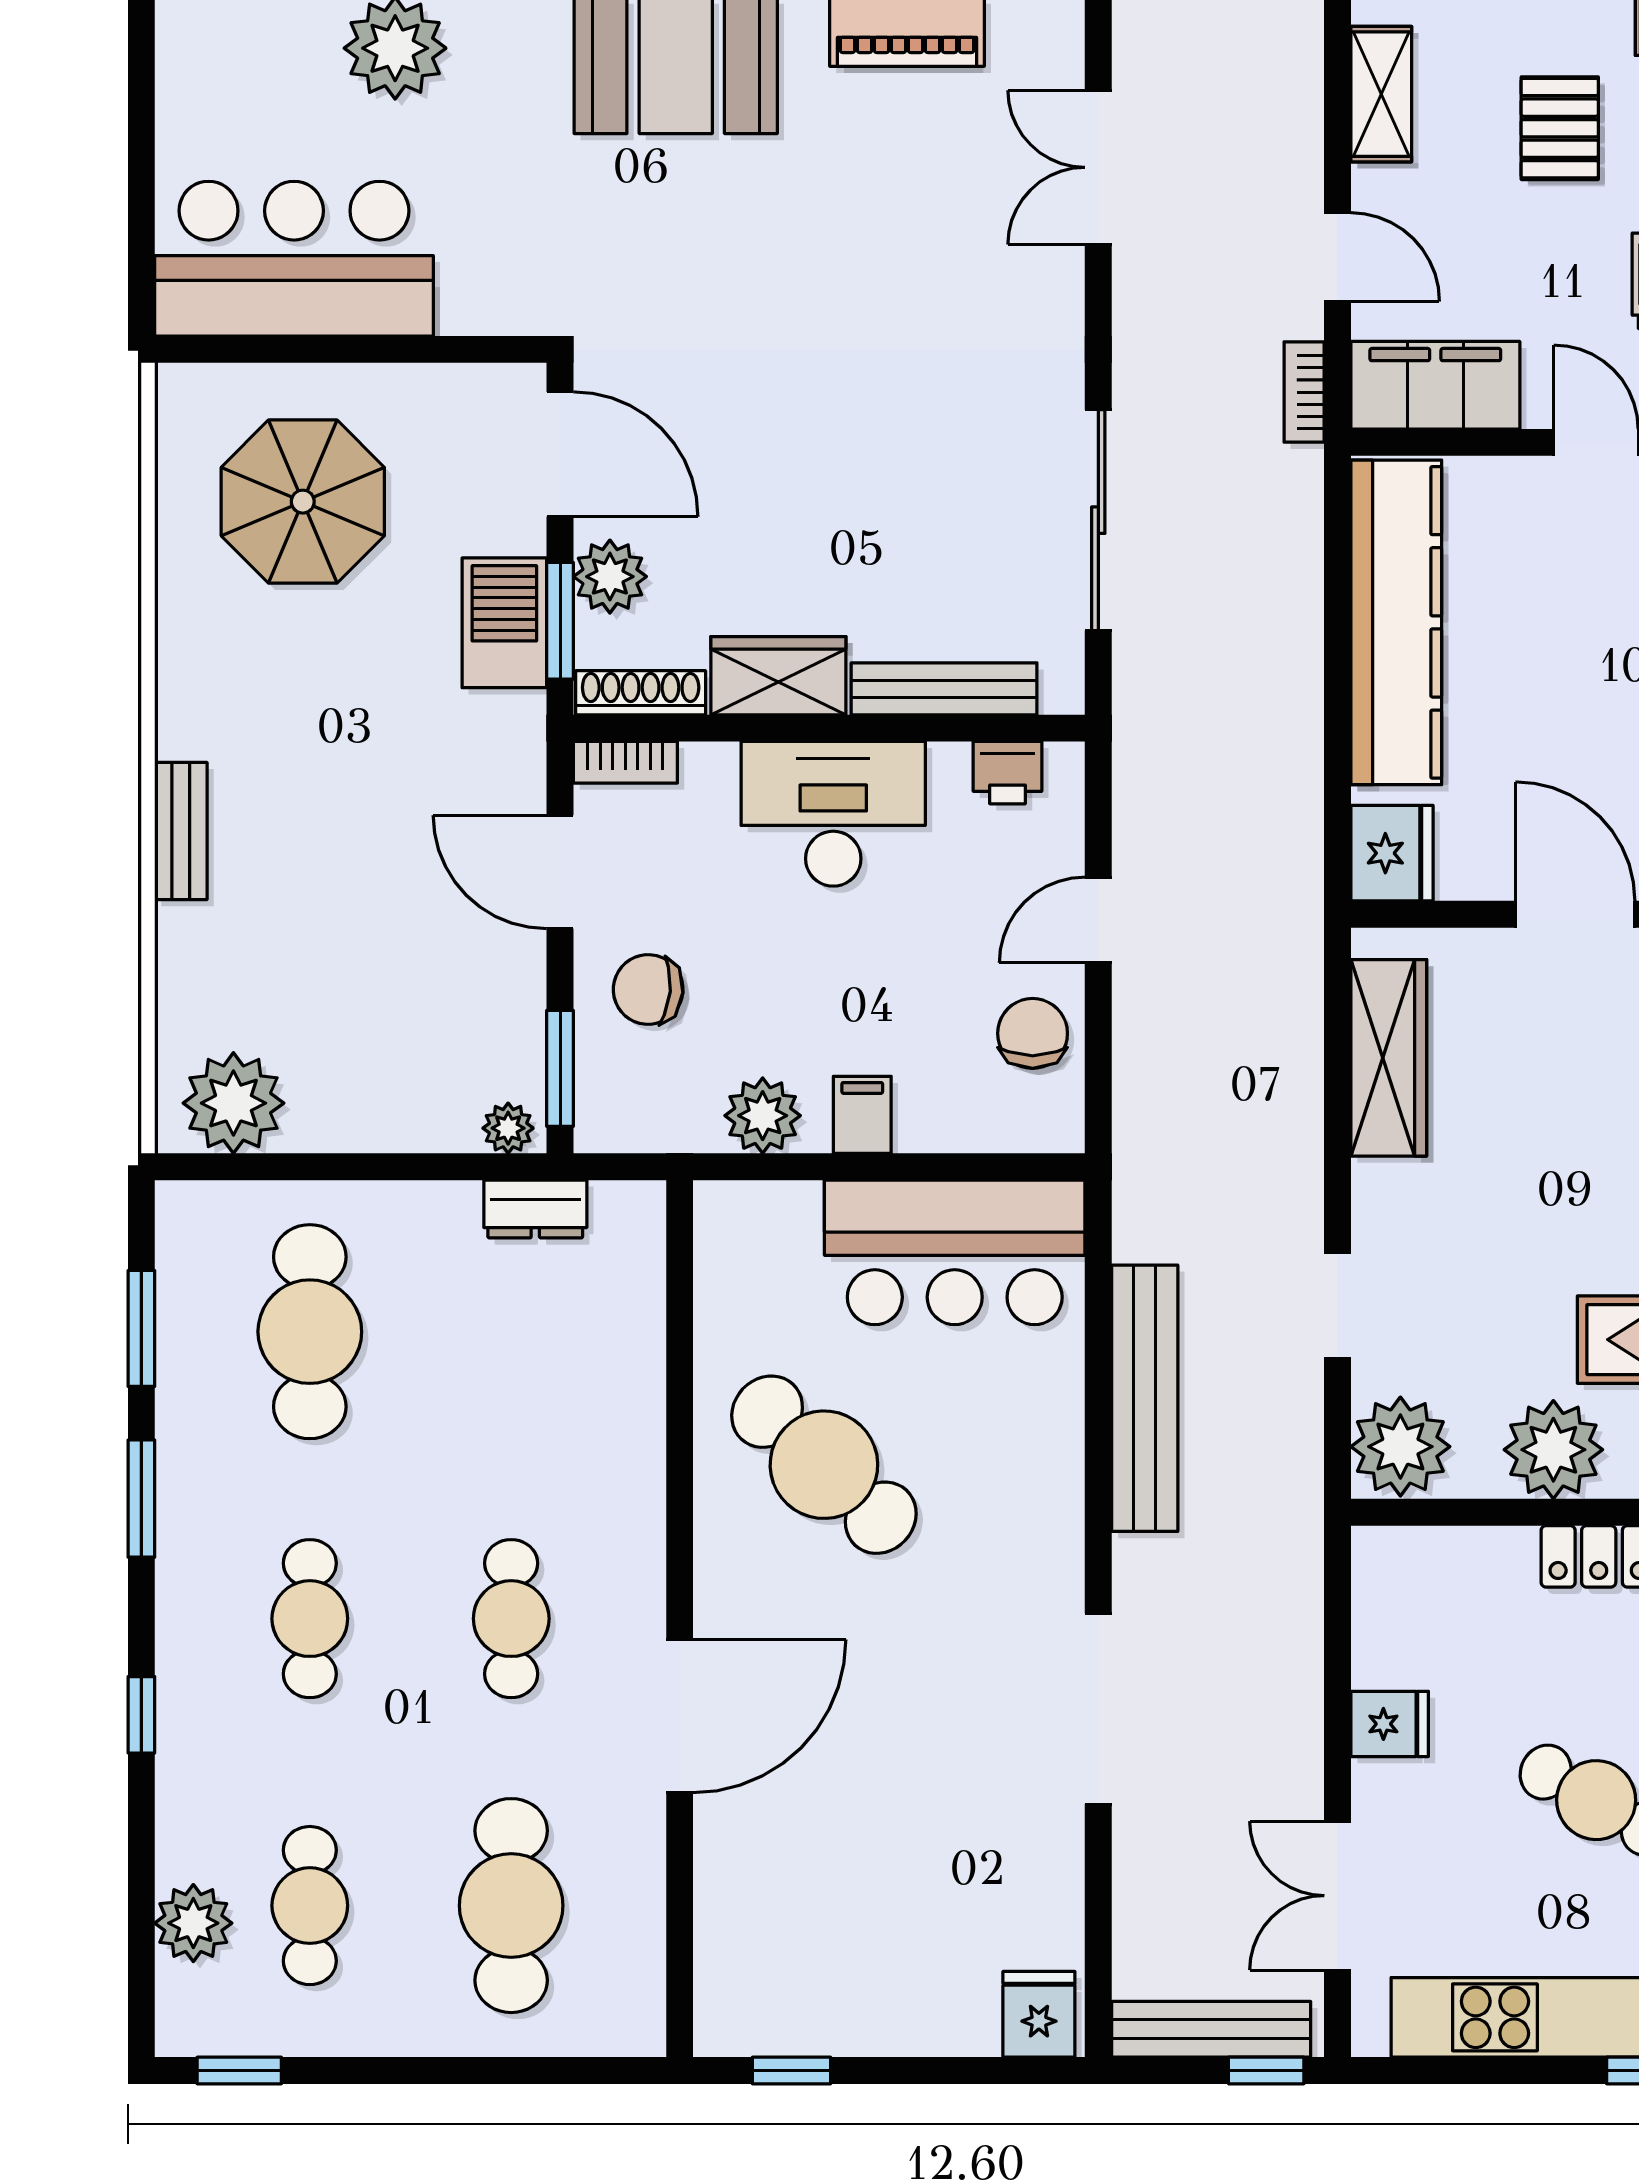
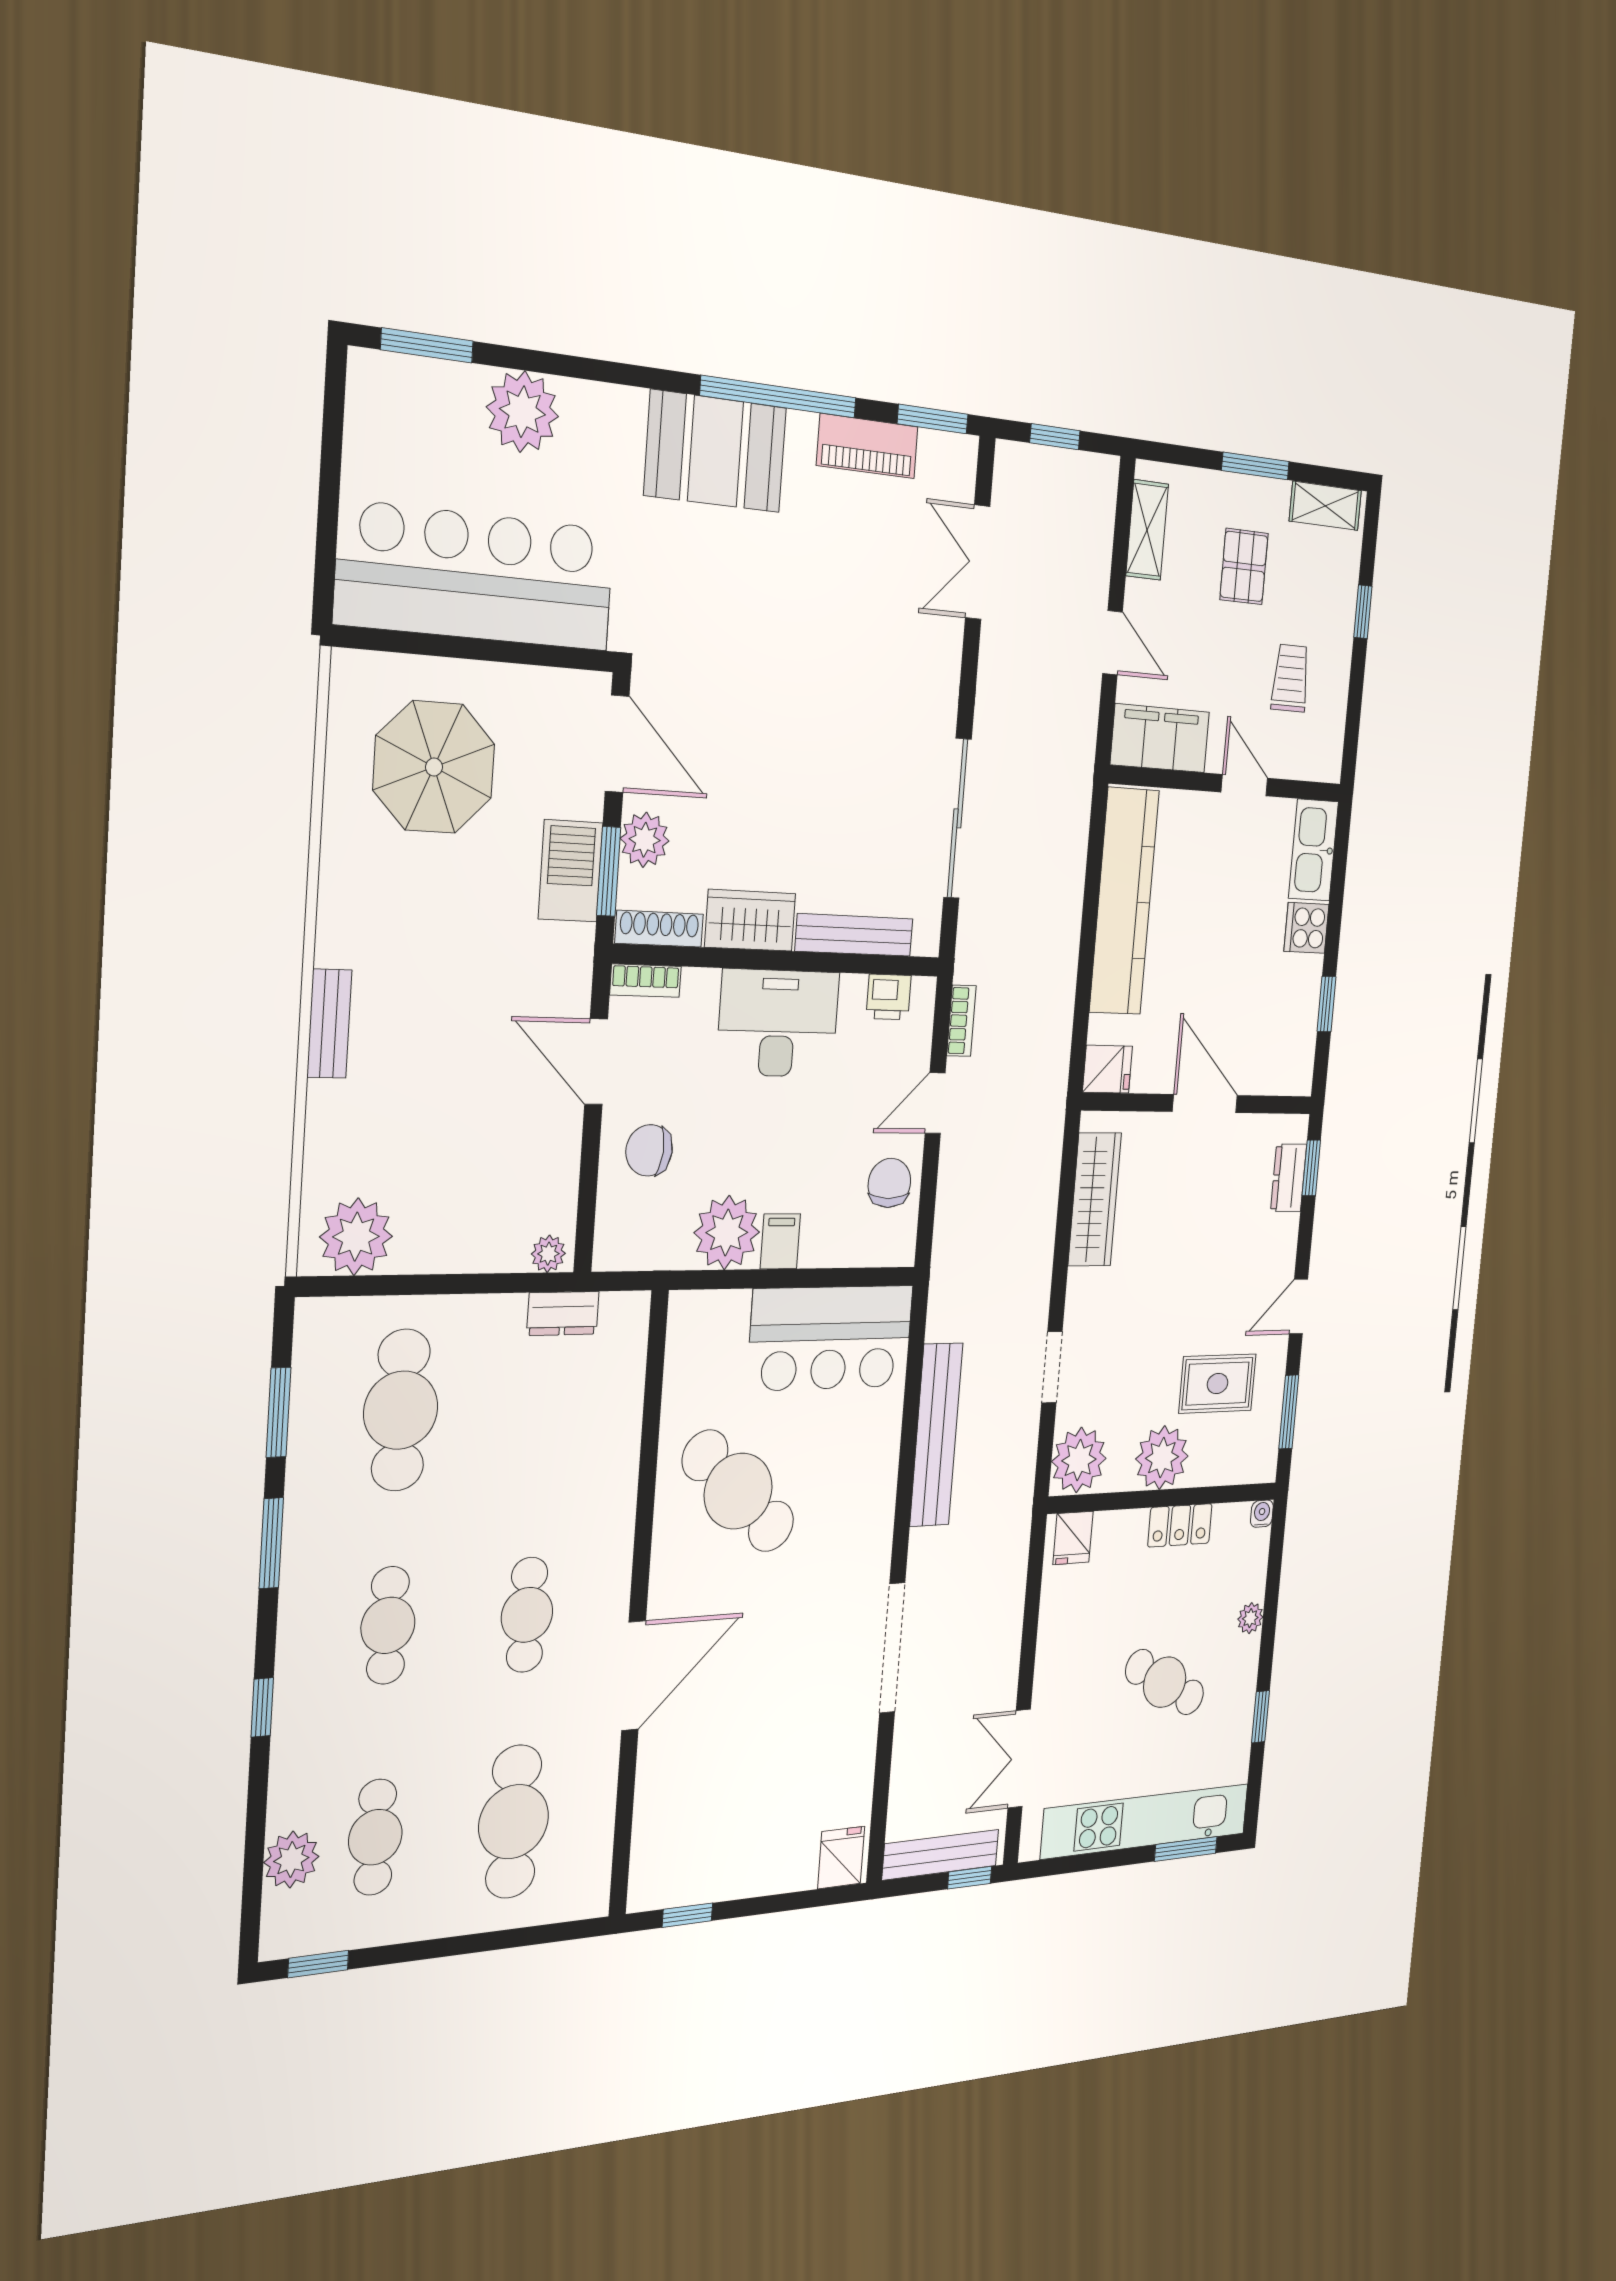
bar counter: (294, 259) -> (476, 576), width x1.36
bookcase: (1304, 392) -> (961, 1021), moved, turned 180
fridge: (1392, 853) -> (1107, 1069), width x0.72
window: (560, 1068) -> (586, 1209), removed
plant: (763, 1116) -> (727, 1232), width x1.36, depth x1.36
fridge: (1390, 1724) -> (1073, 1538), moved, turned 90

